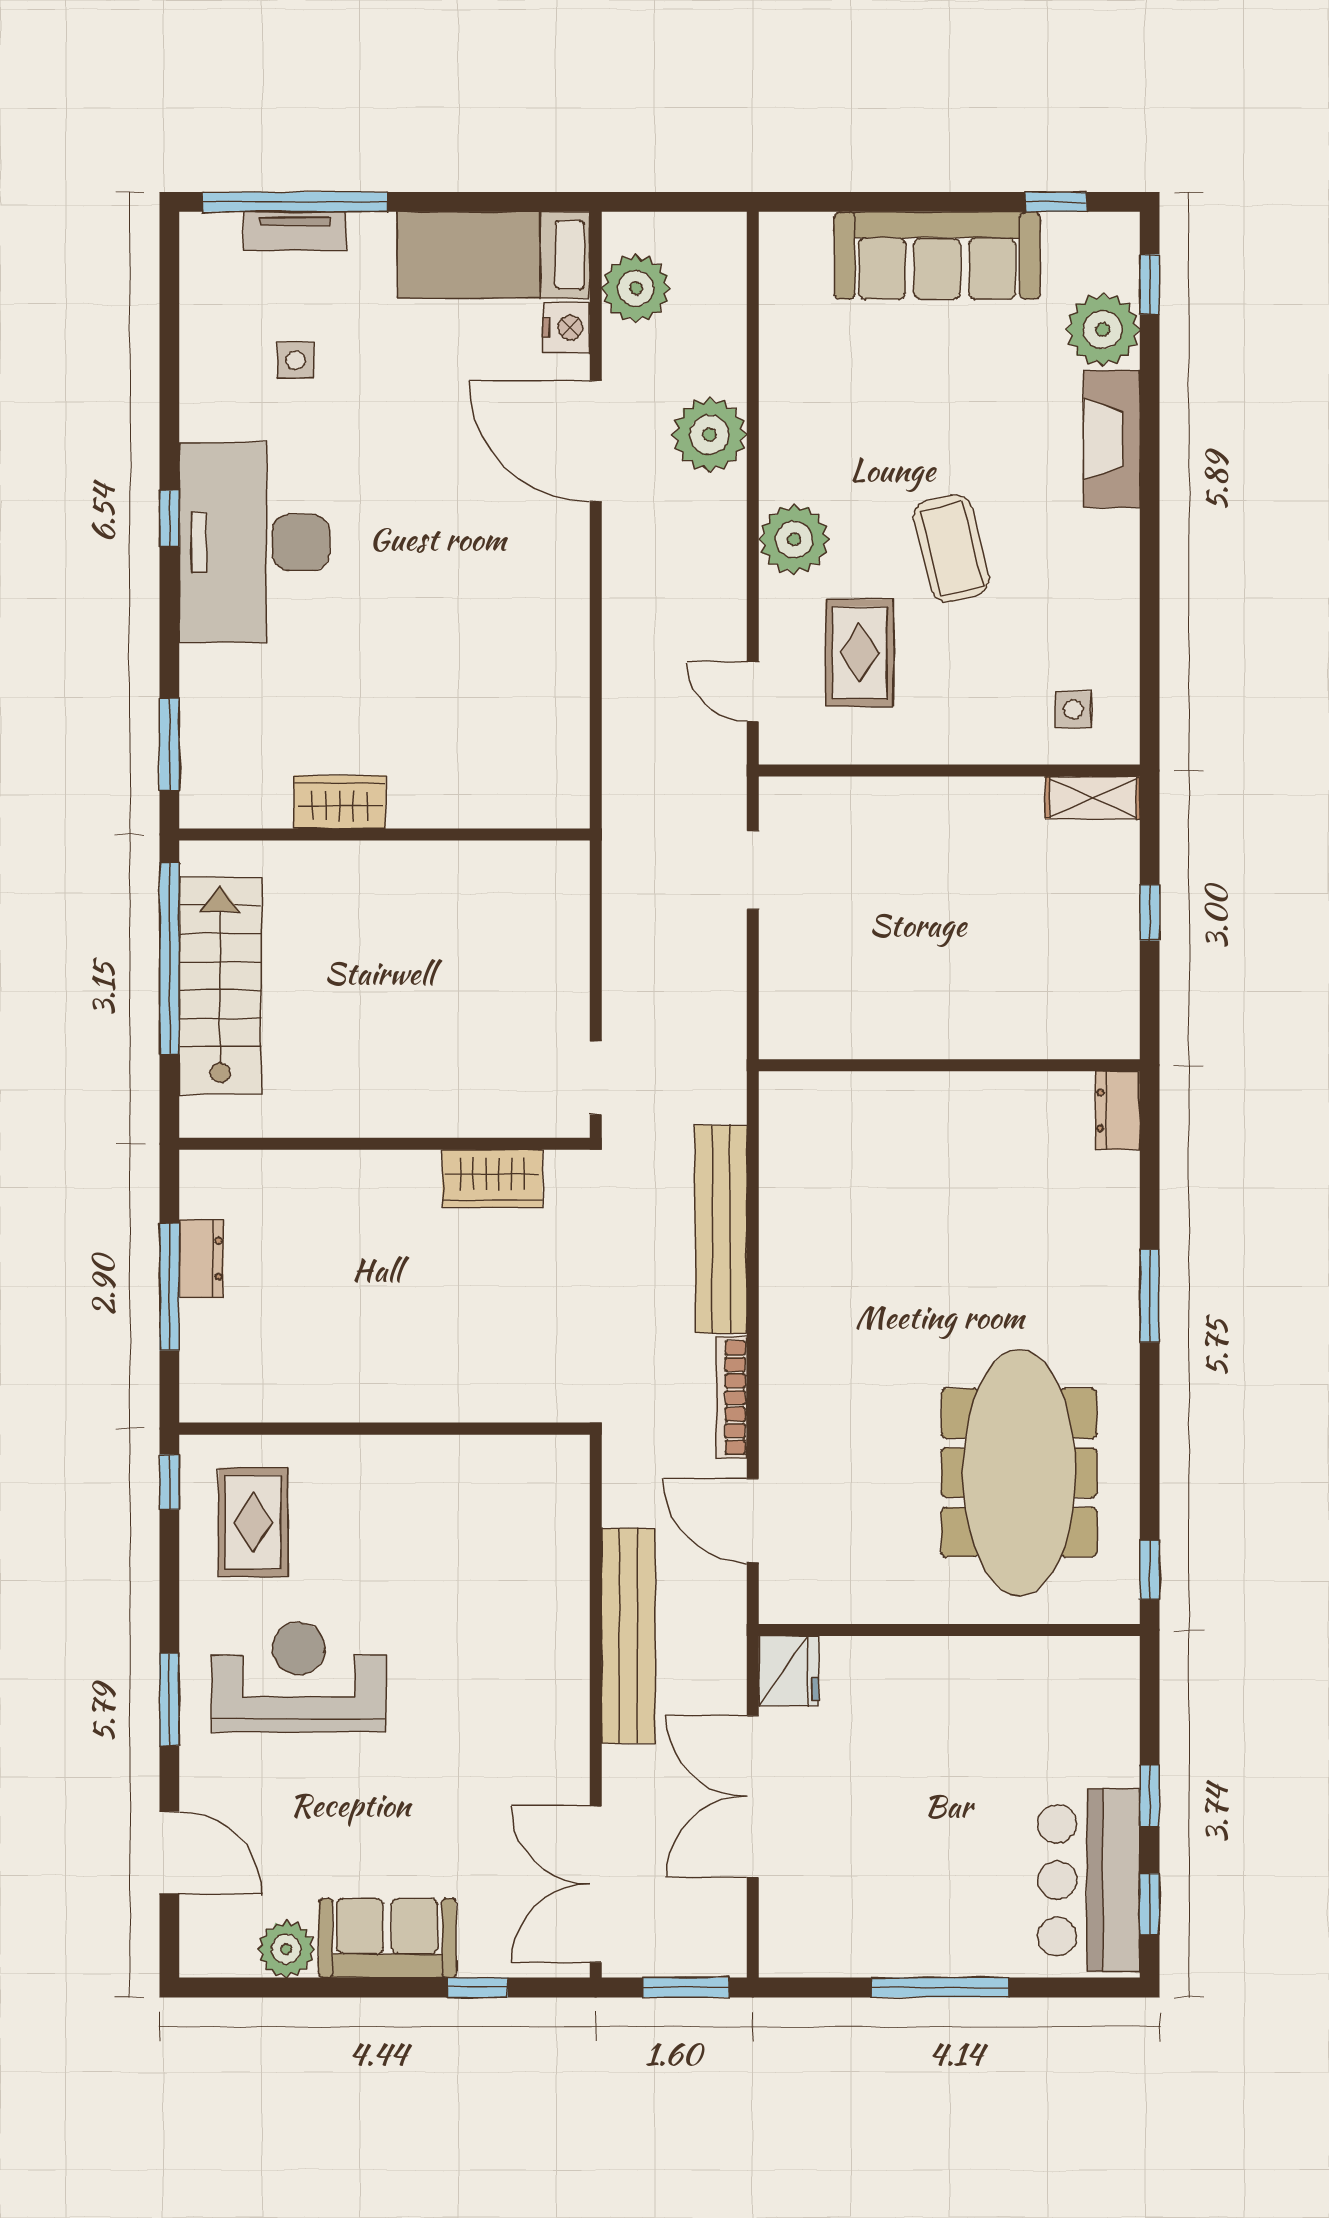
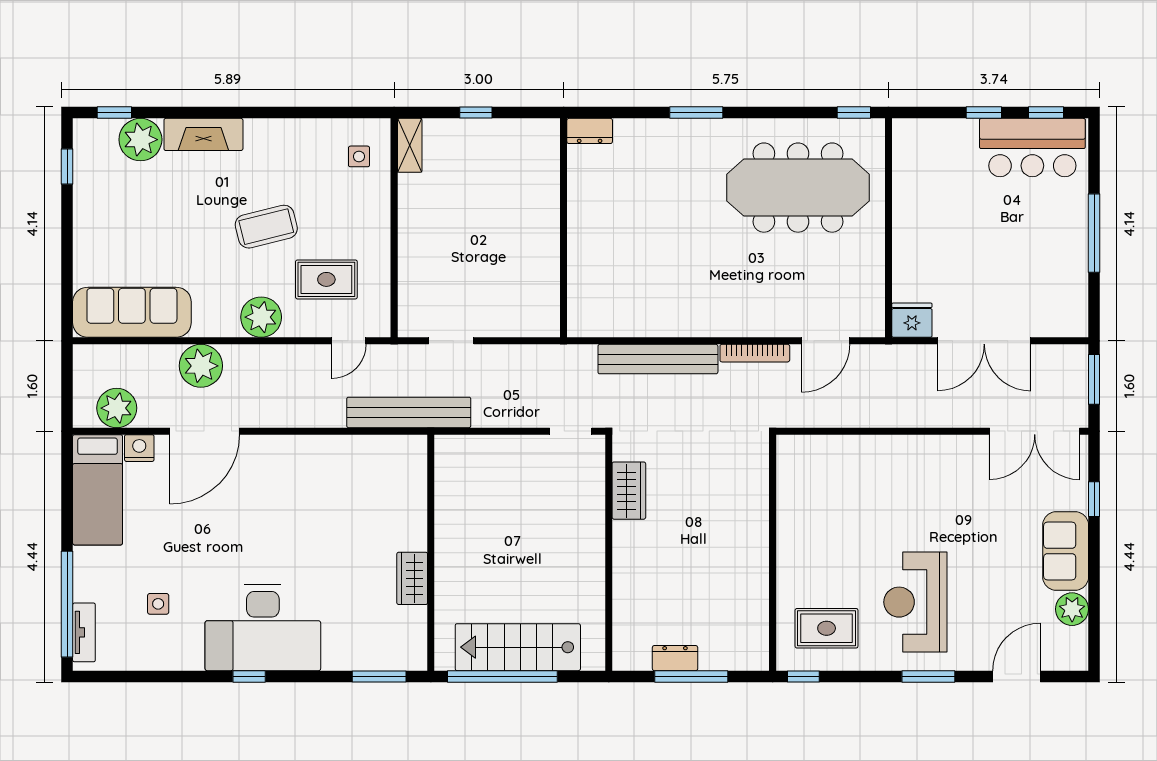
tv unit: (295, 231) -> (84, 632), moved
sofa: (937, 256) -> (132, 312), moved, turned -90
bench: (628, 1636) -> (409, 412), moved

